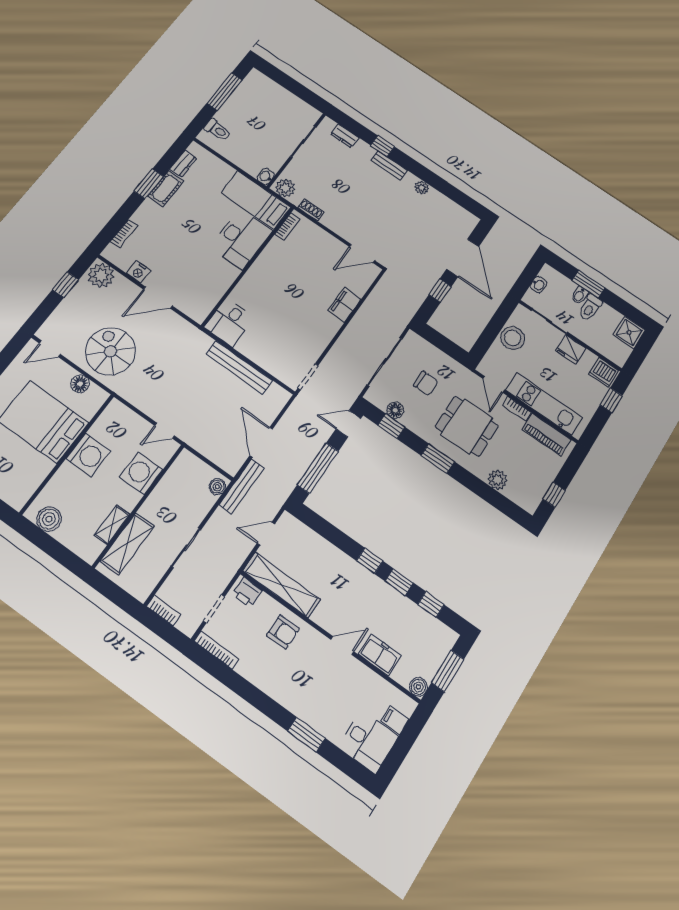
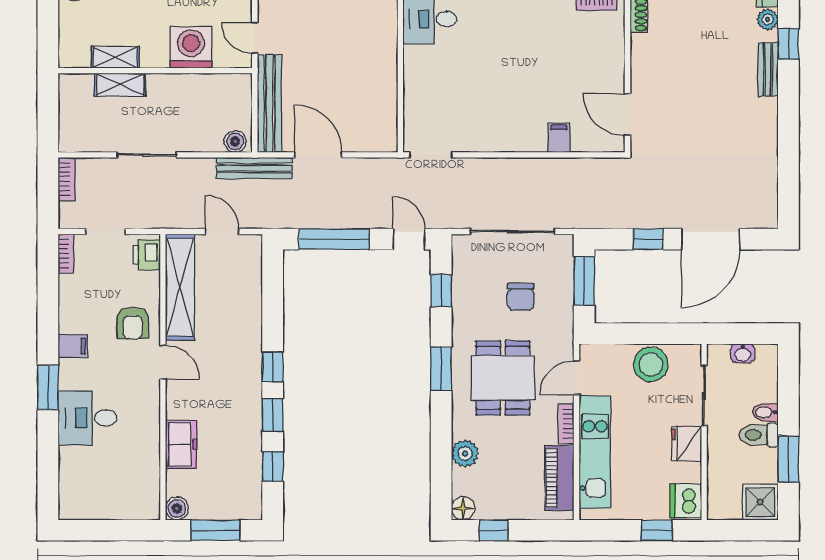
plant: (422, 188) -> (768, 20), moved
window: (589, 284) -> (788, 459), moved
filing cabinet: (345, 305) -> (559, 138), width x0.50
window: (440, 342) -> (584, 281), added
bench: (239, 367) -> (269, 103), moved
floor lamp: (395, 410) -> (463, 508), moved
door: (261, 442) -> (318, 155), hinge flipped
shelving: (127, 544) -> (120, 85), width x0.67, depth x0.75
door: (342, 645) -> (163, 362), moved
bookcase: (216, 650) -> (66, 254), width x0.64
filing cabinet: (395, 720) -> (73, 346), moved, turned 90
window: (306, 735) -> (48, 388), moved
desk: (368, 742) -> (88, 418), moved, turned 90

